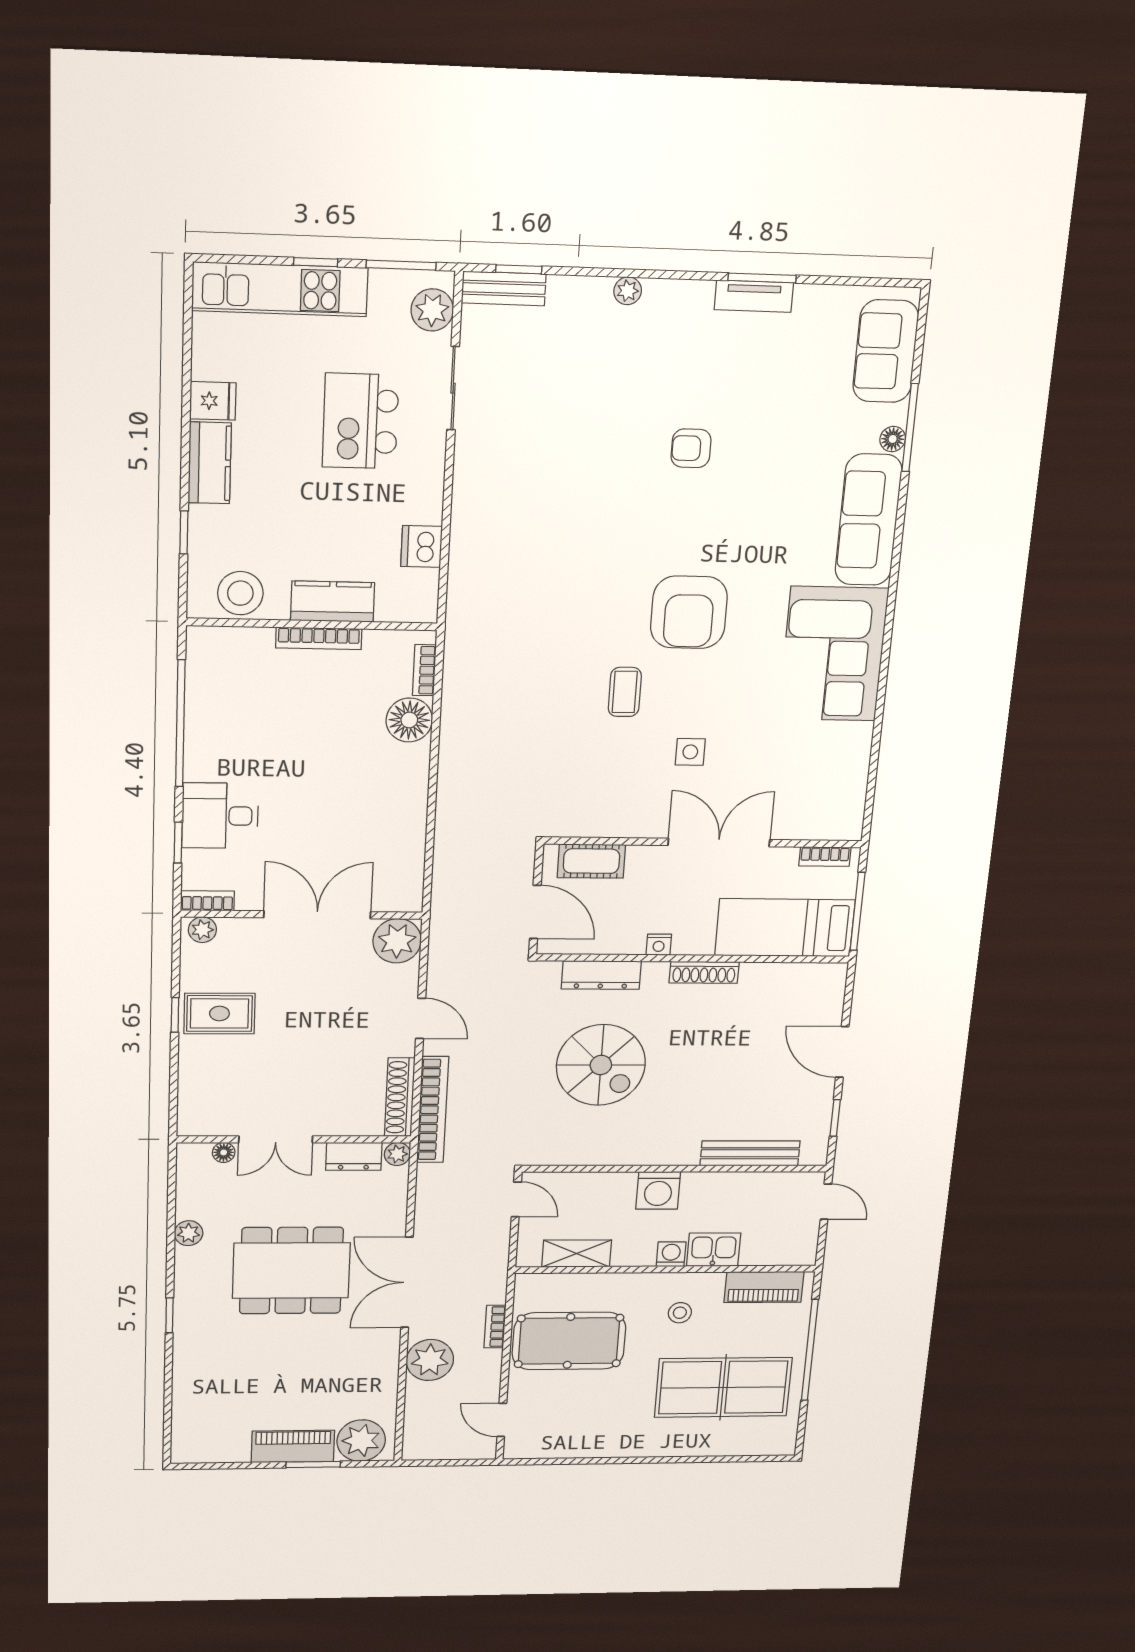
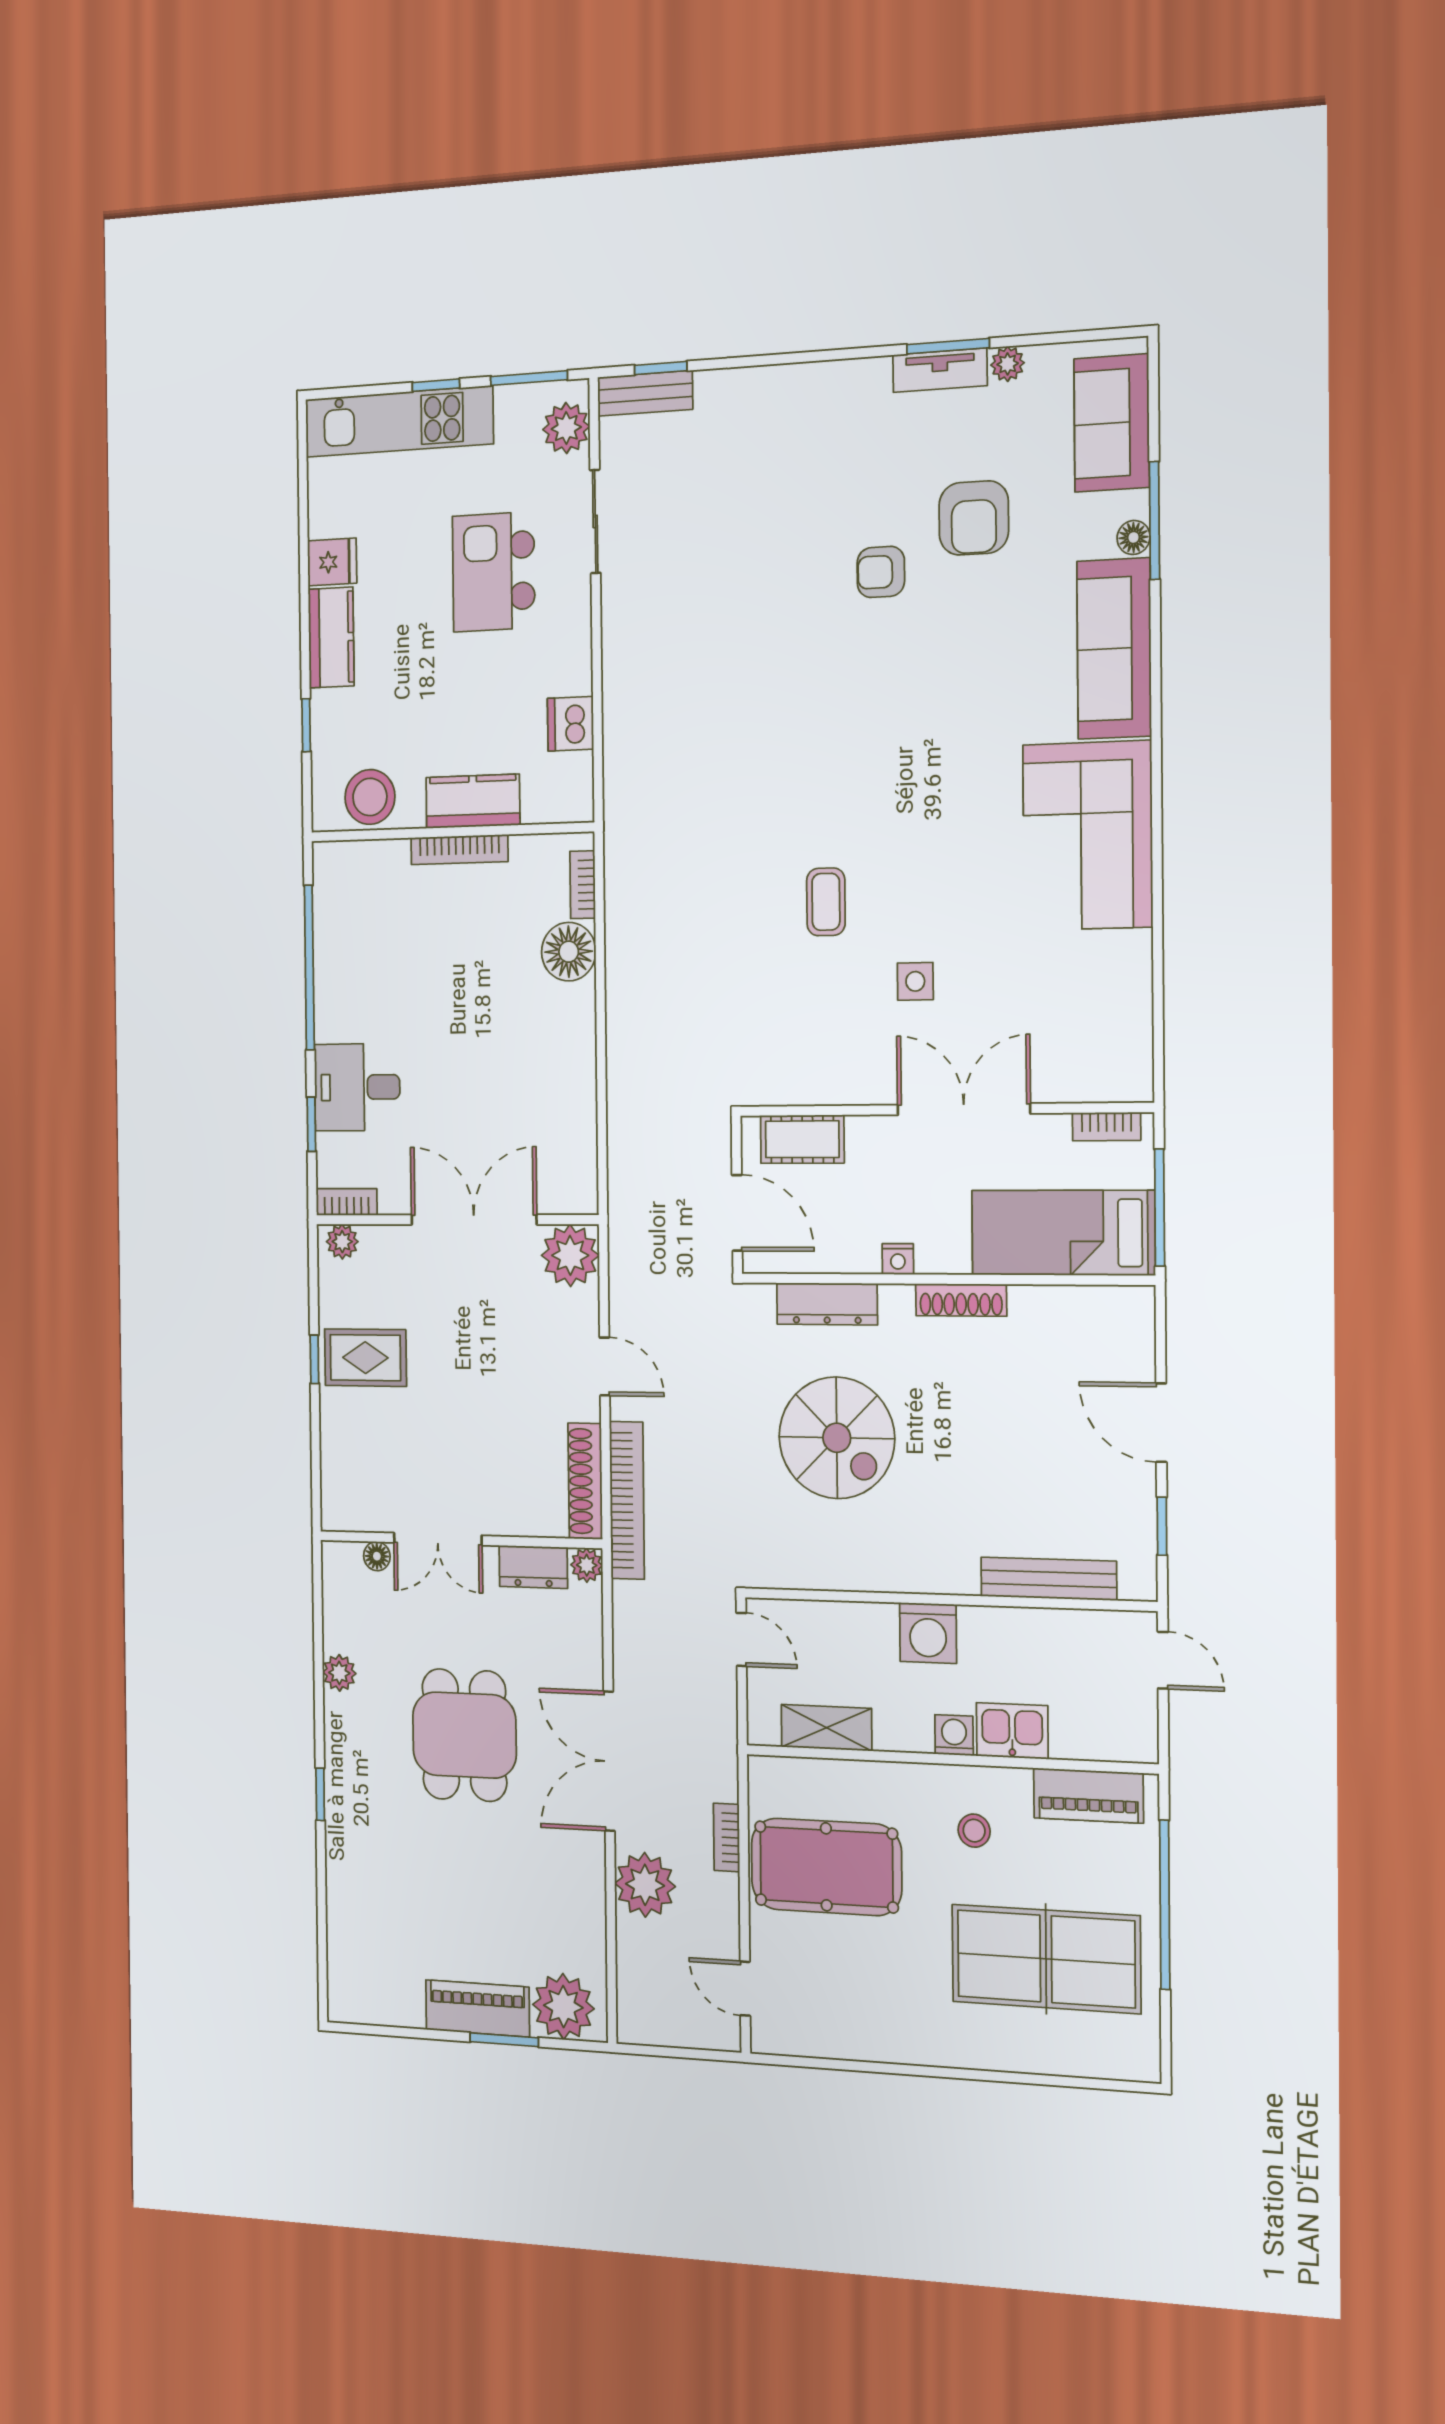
plant: (628, 291) -> (1008, 364), moved
armchair: (689, 612) -> (974, 518), moved, width x0.73, depth x0.73
dining table: (291, 1271) -> (464, 1735), width x0.73

